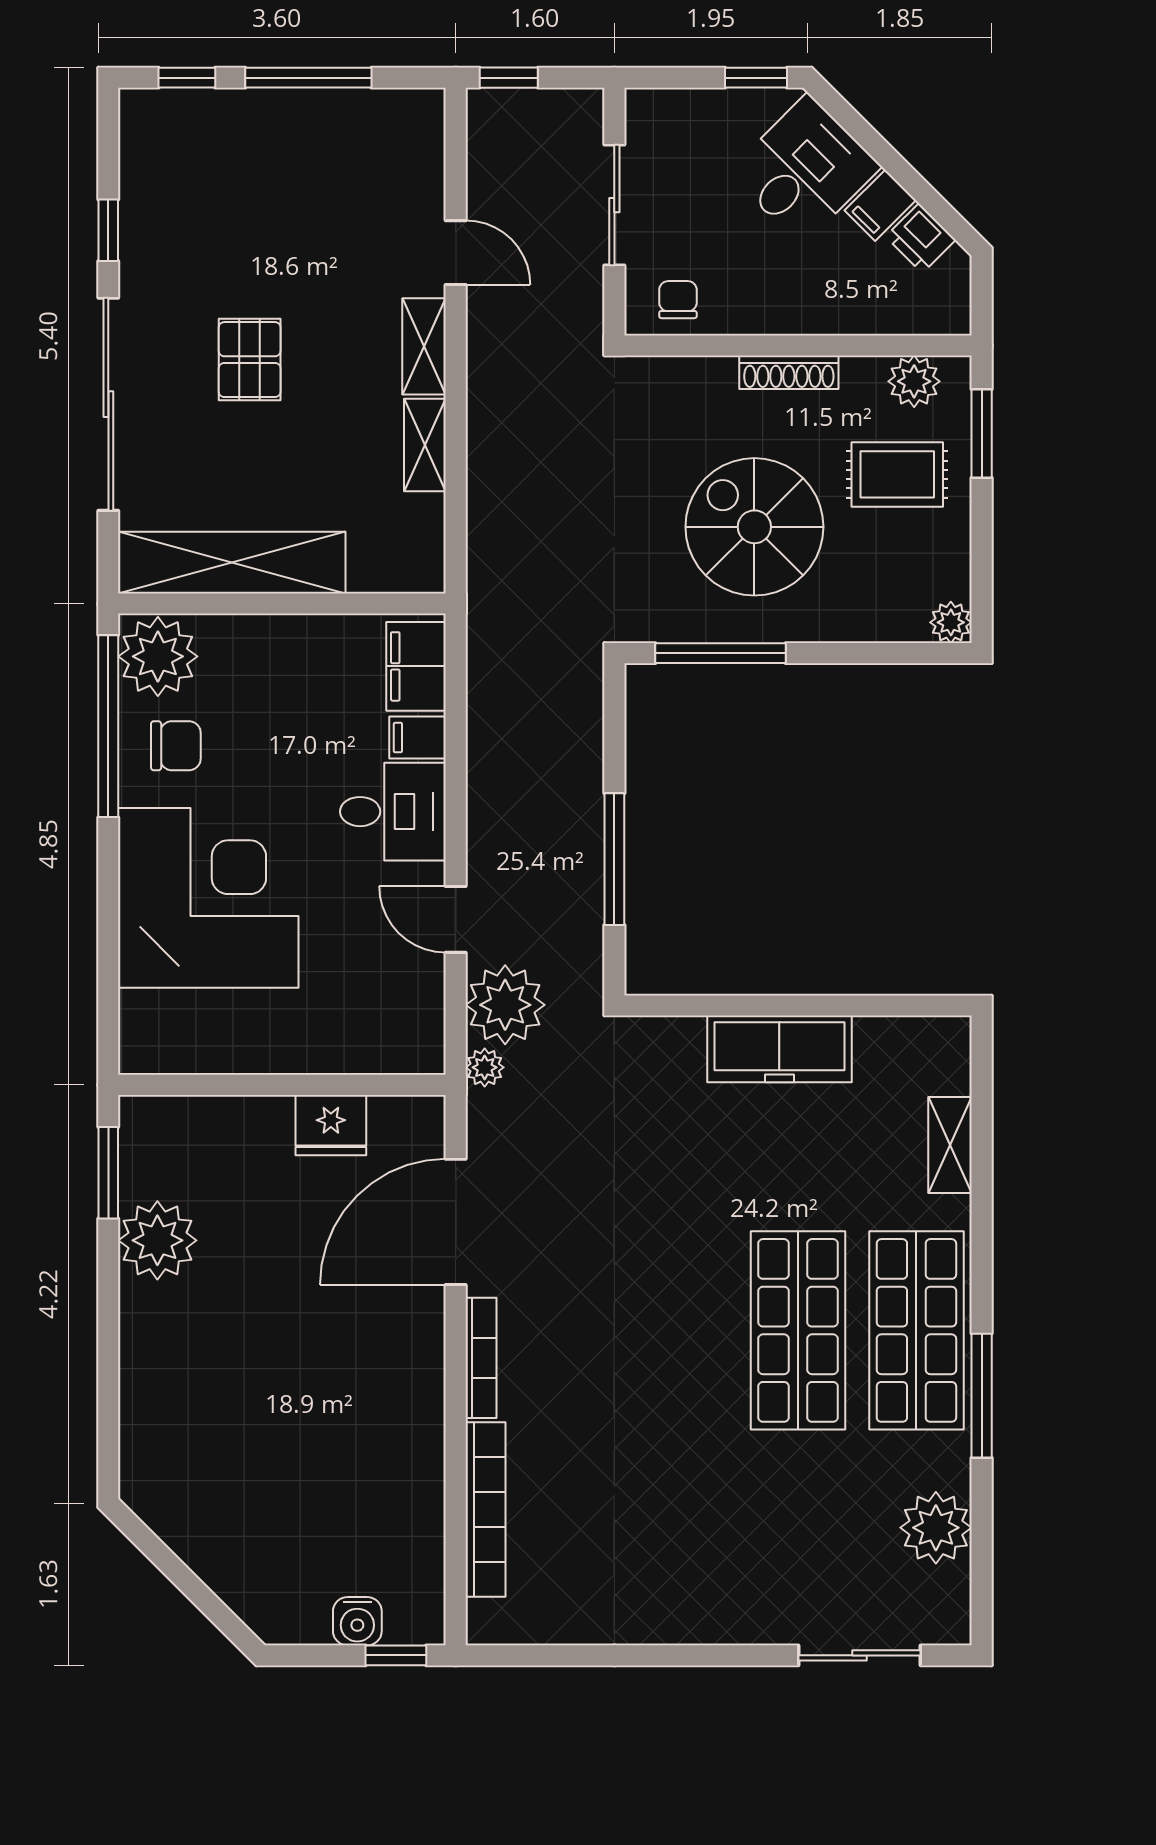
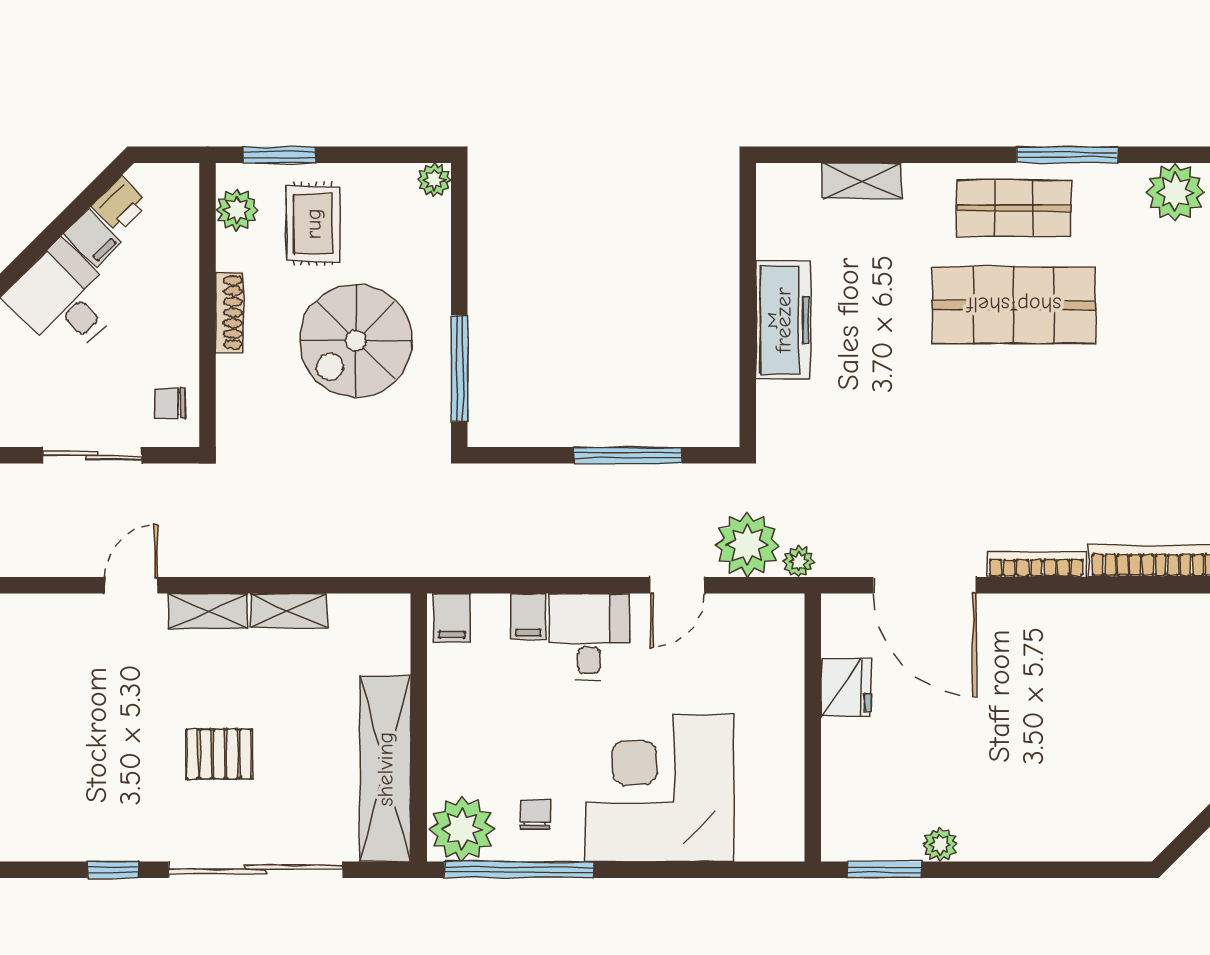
filing cabinet: (416, 666) -> (452, 618), width x0.50
chair: (176, 746) -> (535, 814), width x0.73, depth x0.73
plant: (157, 1240) -> (940, 844), width x0.53, depth x0.53
shop shelf: (916, 1330) -> (1014, 208), width x0.70, depth x0.74

